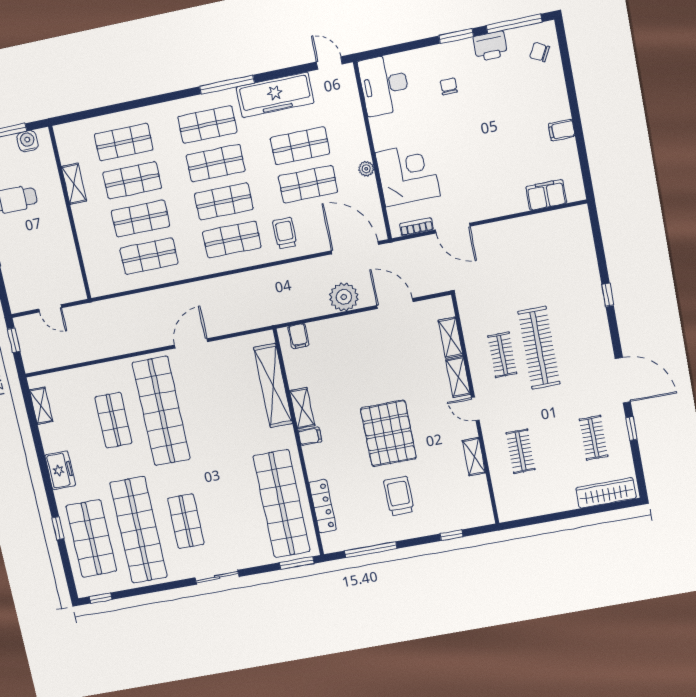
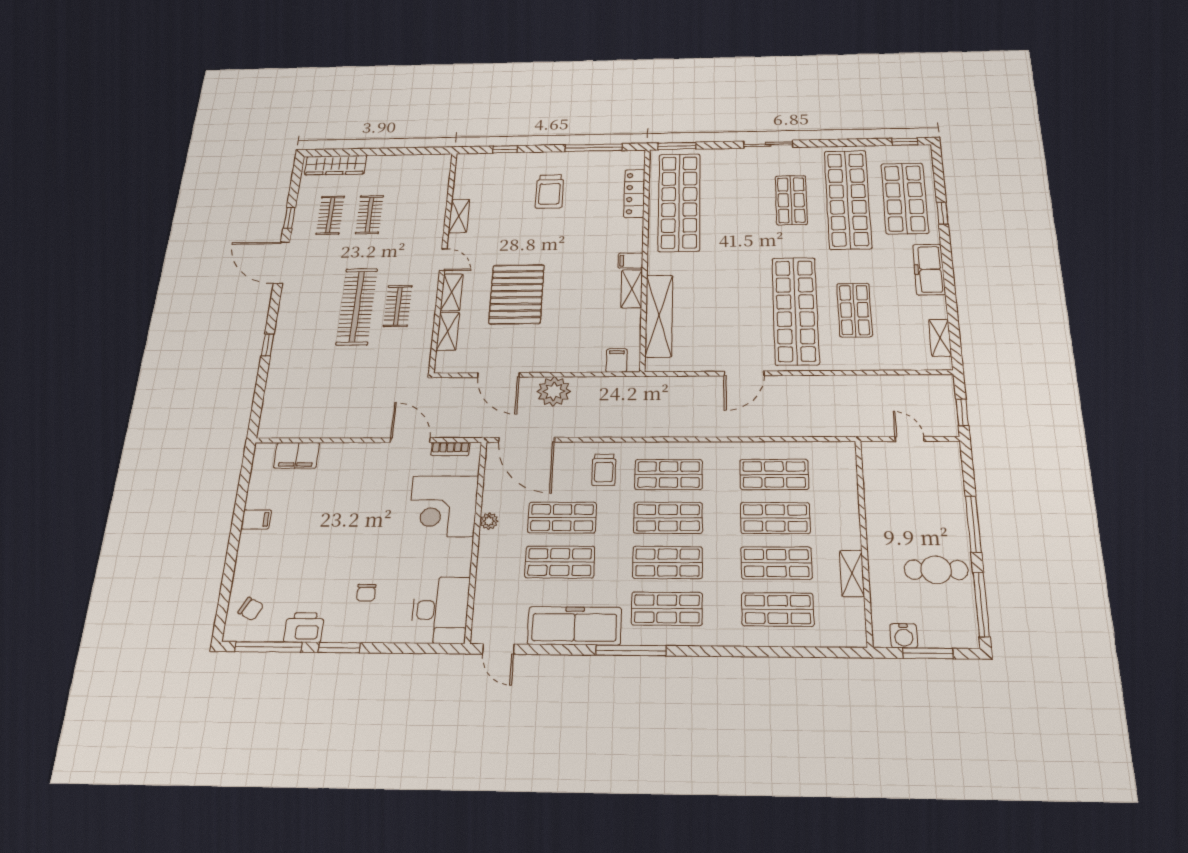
pallet: (388, 433) -> (517, 294), moved
clothes rail: (521, 451) -> (370, 215), moved
freezer: (60, 470) -> (929, 269), width x1.40

